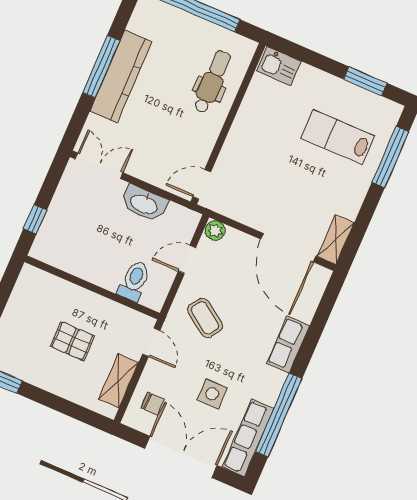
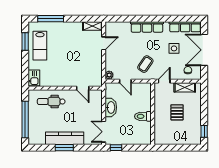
window: (101, 67) -> (64, 148), width x0.69
lab bench: (338, 137) -> (40, 46), moved
door: (202, 184) -> (83, 88), moved
window: (35, 219) -> (116, 148), moved
door: (288, 248) -> (104, 43), width x0.53
toilet: (134, 281) -> (143, 116), moved
row of seats: (288, 344) -> (147, 27), width x1.48
window: (279, 415) -> (171, 19), removed

